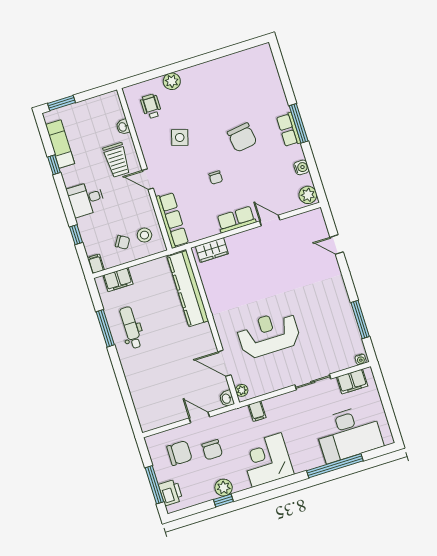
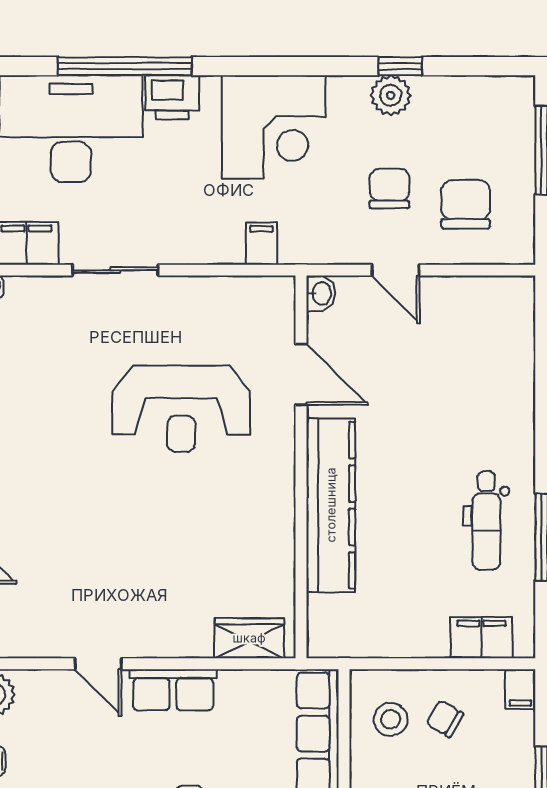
kitchen counter: (188, 289) -> (331, 505), moved
plant: (242, 390) -> (281, 301), removed
chair: (179, 453) -> (466, 204), turned 90
printer: (171, 492) -> (172, 97), moved, turned -90

